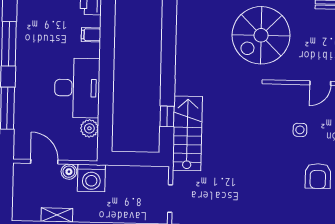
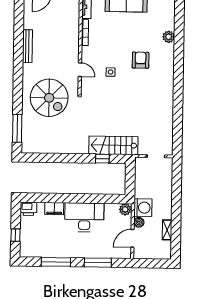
filing cabinet: (91, 35) -> (54, 209), width x2.00
door: (320, 83) -> (80, 70), moved
plant: (89, 128) -> (125, 209), moved
armchair: (318, 176) -> (141, 60), turned -90

